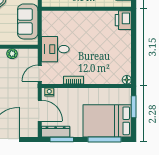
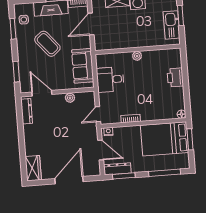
plant: (85, 15) -> (137, 56), added
printer: (123, 20) -> (175, 77), moved
desk: (55, 49) -> (110, 80), moved
bed: (107, 121) -> (165, 139), moved

